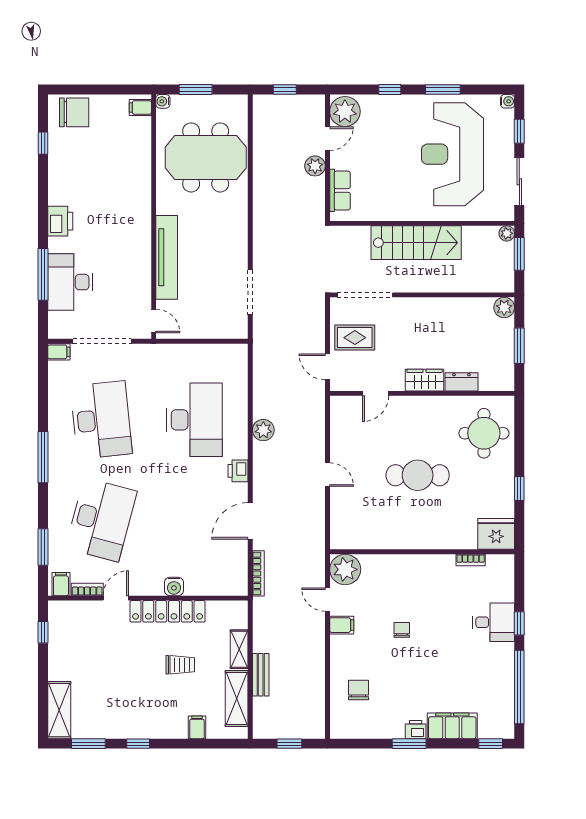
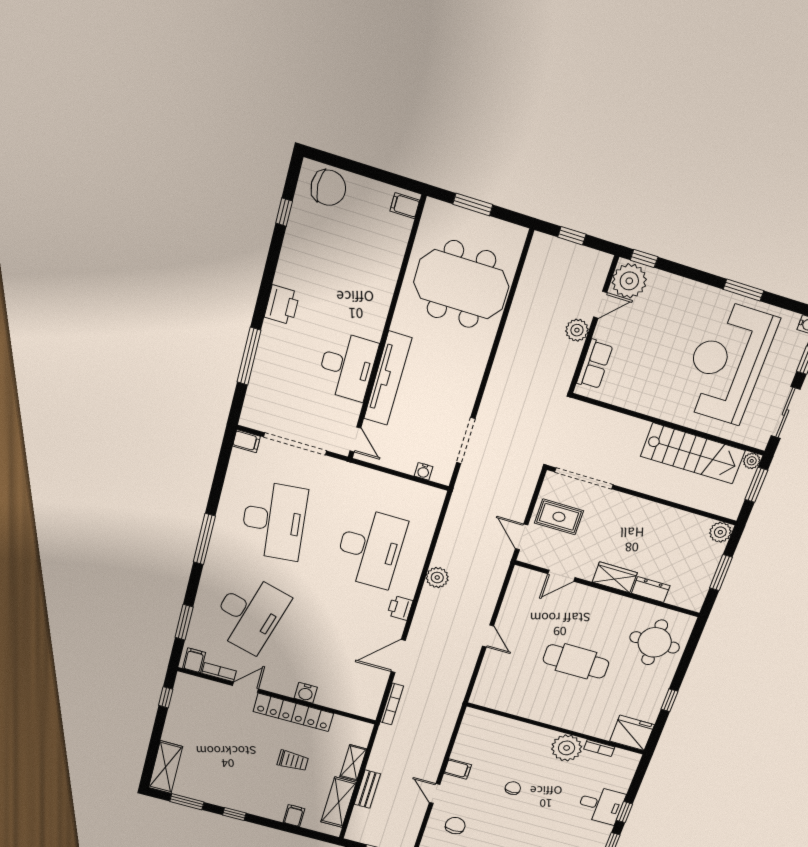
window: (390, 90) -> (644, 259), moved
water cooler: (163, 101) -> (424, 471), moved, turned -90
stairs: (416, 243) -> (693, 453), moved
desk: (70, 282) -> (347, 366), moved, turned 180
plant: (345, 569) -> (567, 748), moved
door: (327, 600) -> (435, 793), moved

